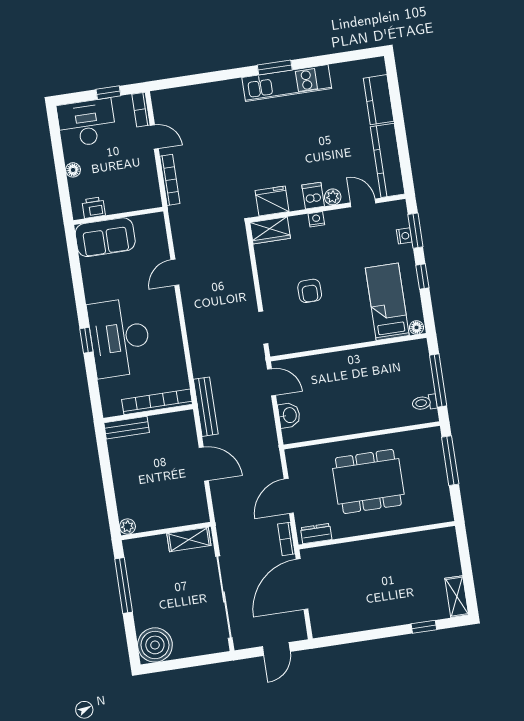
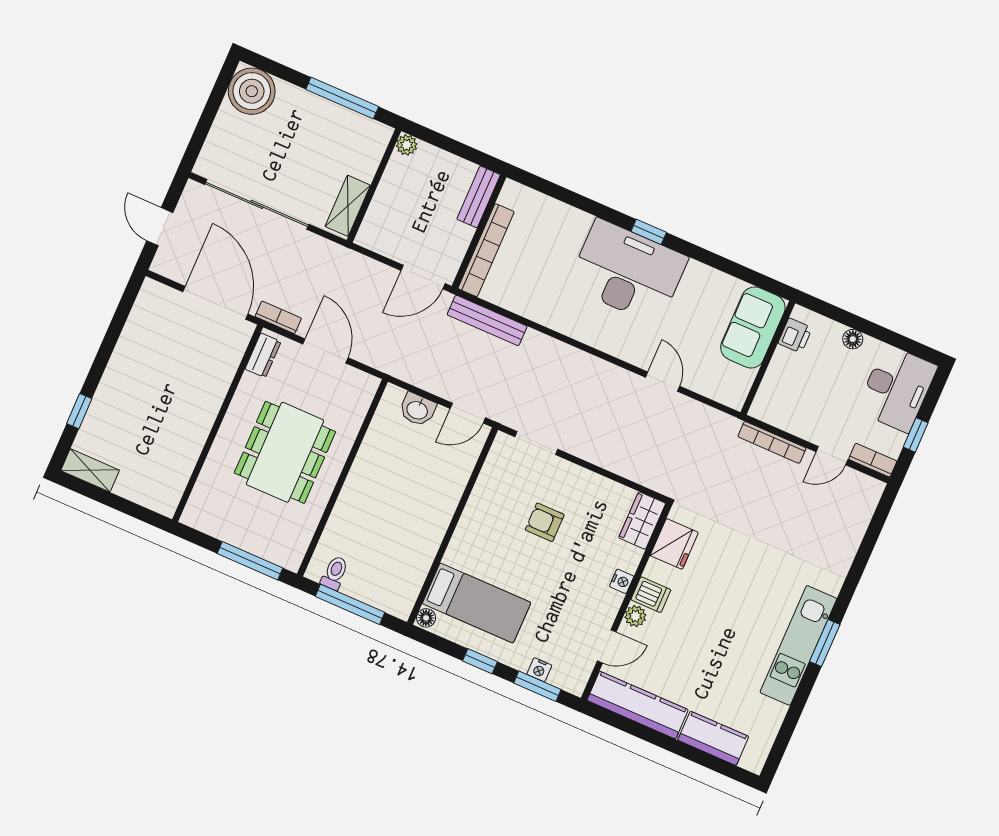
bookcase: (157, 402) -> (486, 250), moved
wall: (148, 414) -> (479, 232), moved
bench: (127, 428) -> (479, 197), moved

